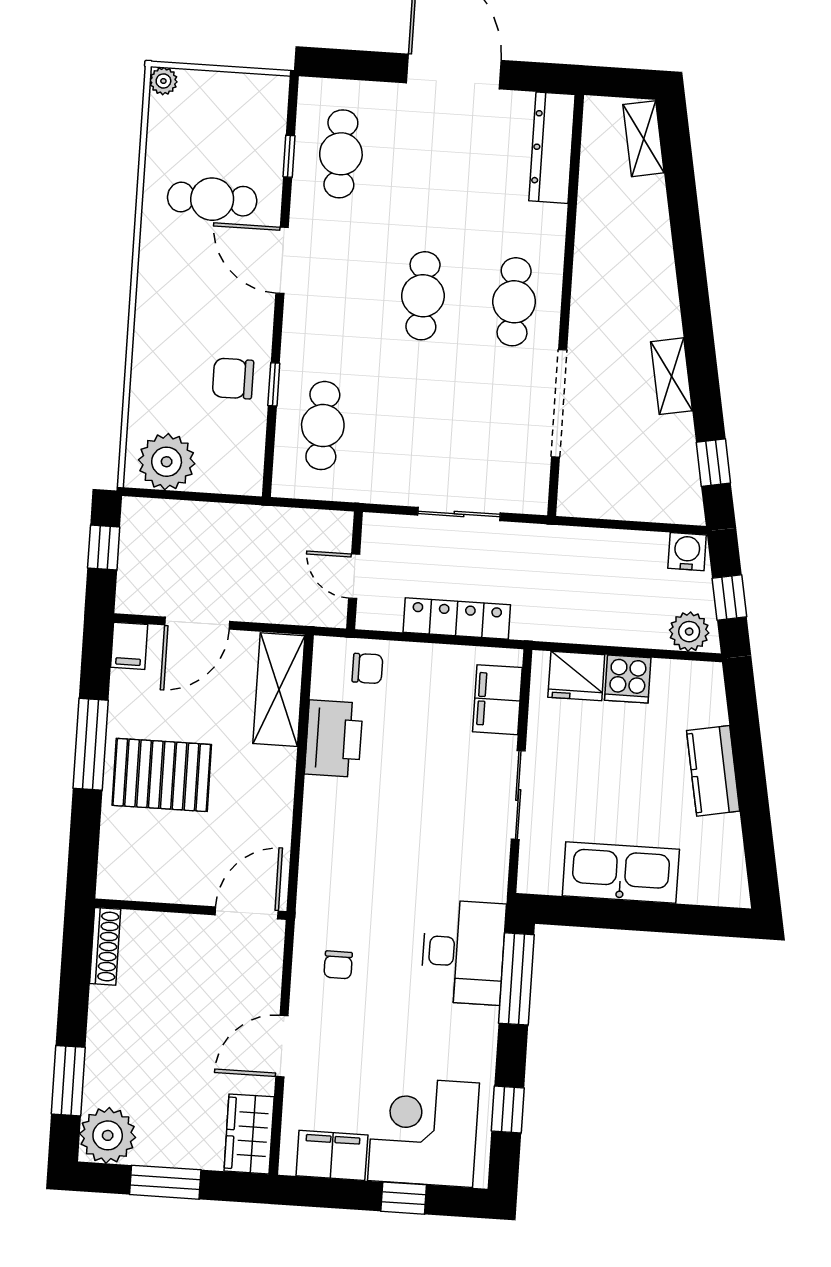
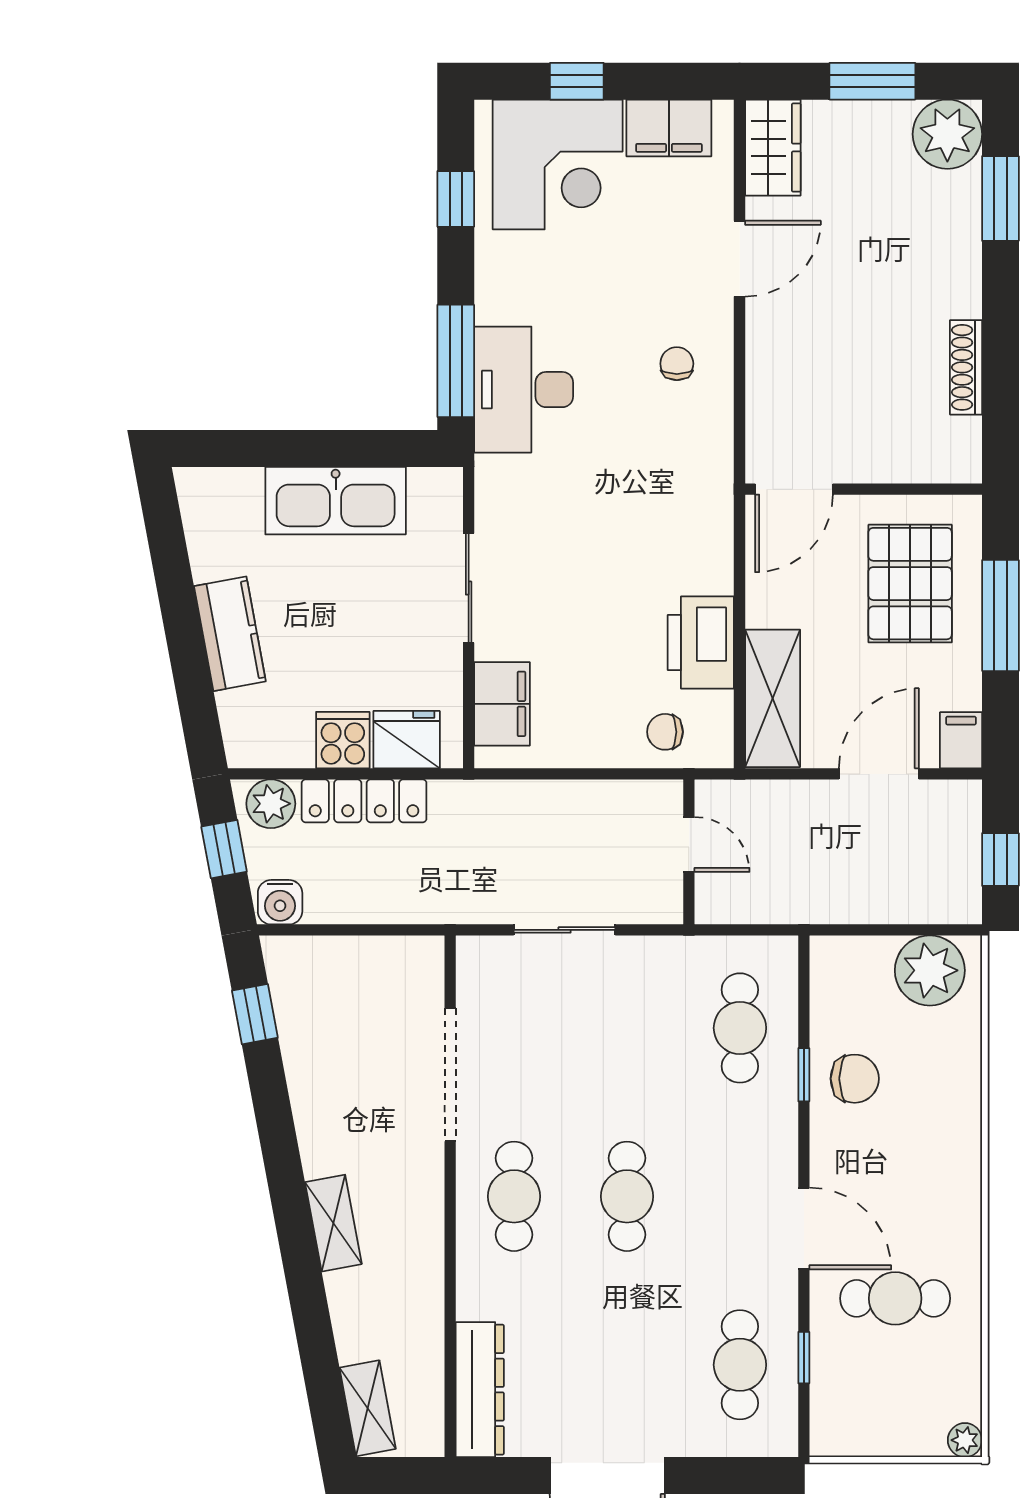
shelving: (671, 376) -> (333, 1223), moved
locker: (457, 618) -> (364, 801), moved
pallet: (162, 775) -> (910, 584), turned 90
wall: (191, 909) -> (864, 489), moved
door: (247, 913) -> (794, 489), moved

